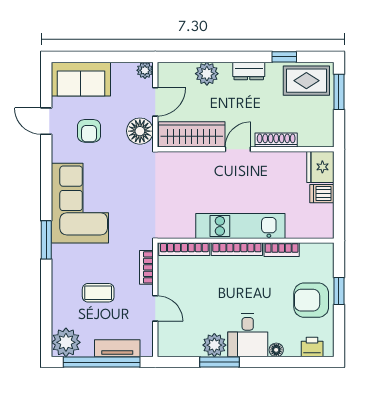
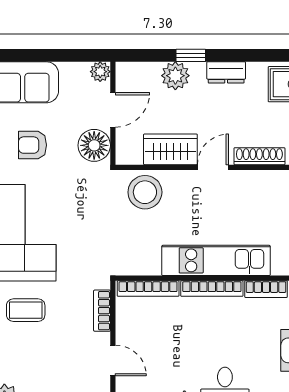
window: (284, 57) -> (191, 55), moved
armchair: (89, 131) -> (32, 145), turned 90
wardrobe: (192, 134) -> (170, 149), width x0.67
stool: (182, 170) -> (145, 192), added
coffee table: (98, 293) -> (26, 310), moved

